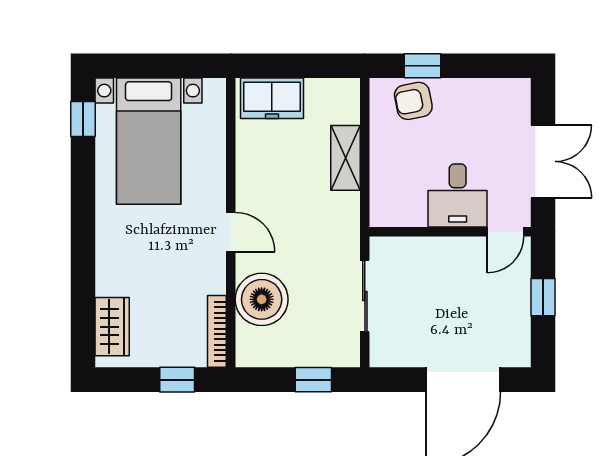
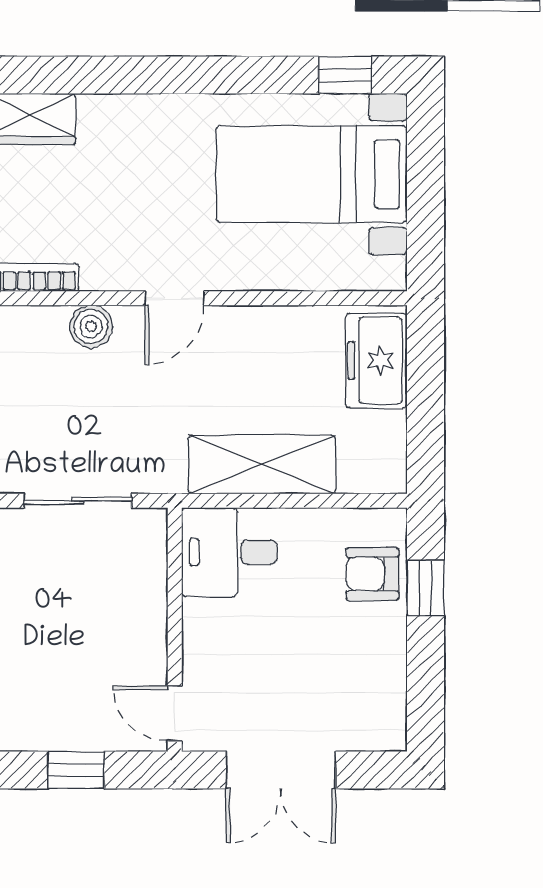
armchair: (413, 101) -> (372, 574), turned -79
shelving: (346, 158) -> (262, 464), width x1.50, depth x1.33
desk: (458, 196) -> (229, 552), moved
boiler: (262, 299) -> (91, 327), width x0.54, depth x0.54

